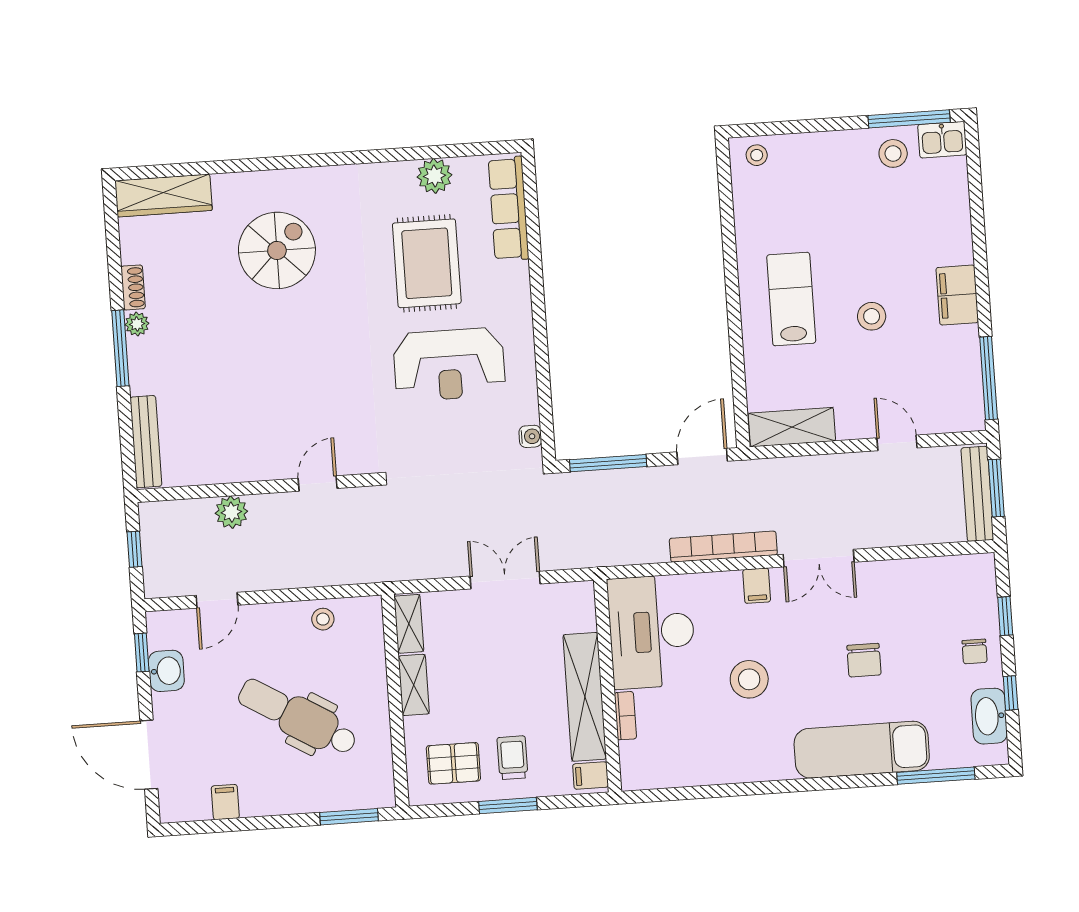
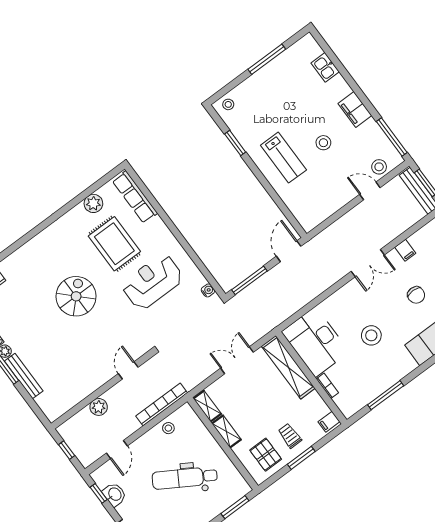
window: (909, 119) -> (267, 59), moved
kitchen sink: (942, 140) -> (325, 67), moved, turned 90
stool: (893, 153) -> (379, 167), moved
window: (728, 225) -> (235, 143), added
spiral stairs: (277, 250) -> (76, 296), moved
lab bench: (791, 299) -> (283, 158), turned 180
reception desk: (449, 365) -> (152, 282), turned 180
shelving: (792, 427) -> (320, 213), removed
bench: (146, 442) -> (24, 376), moved
bookcase: (723, 547) -> (162, 404), moved
filing cabinet: (757, 586) -> (405, 250), moved
shelving: (585, 697) -> (288, 367), moved
pallet: (453, 763) -> (266, 455), turned 90
window: (710, 791) -> (386, 395), added

